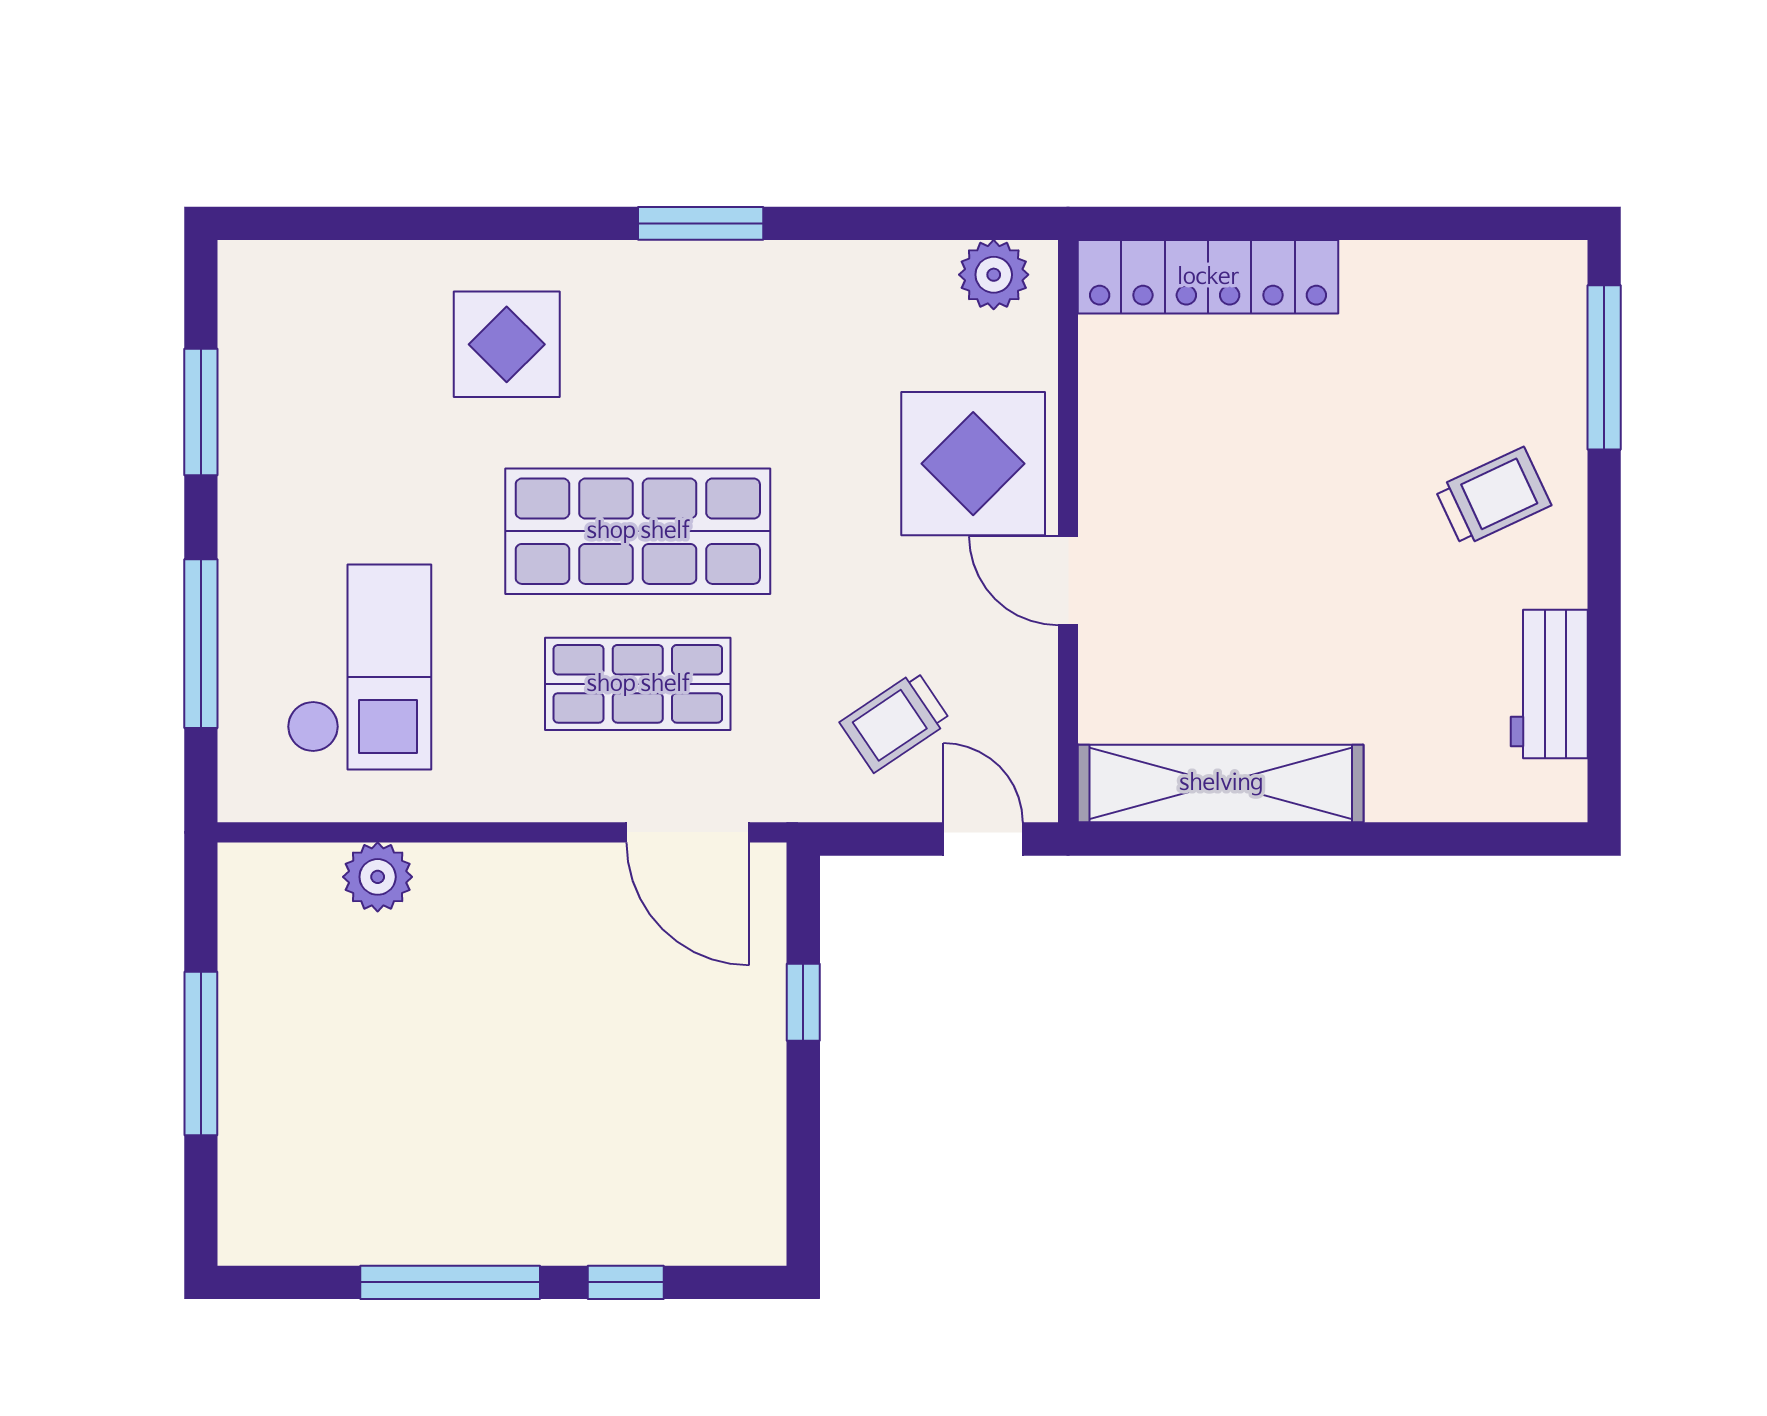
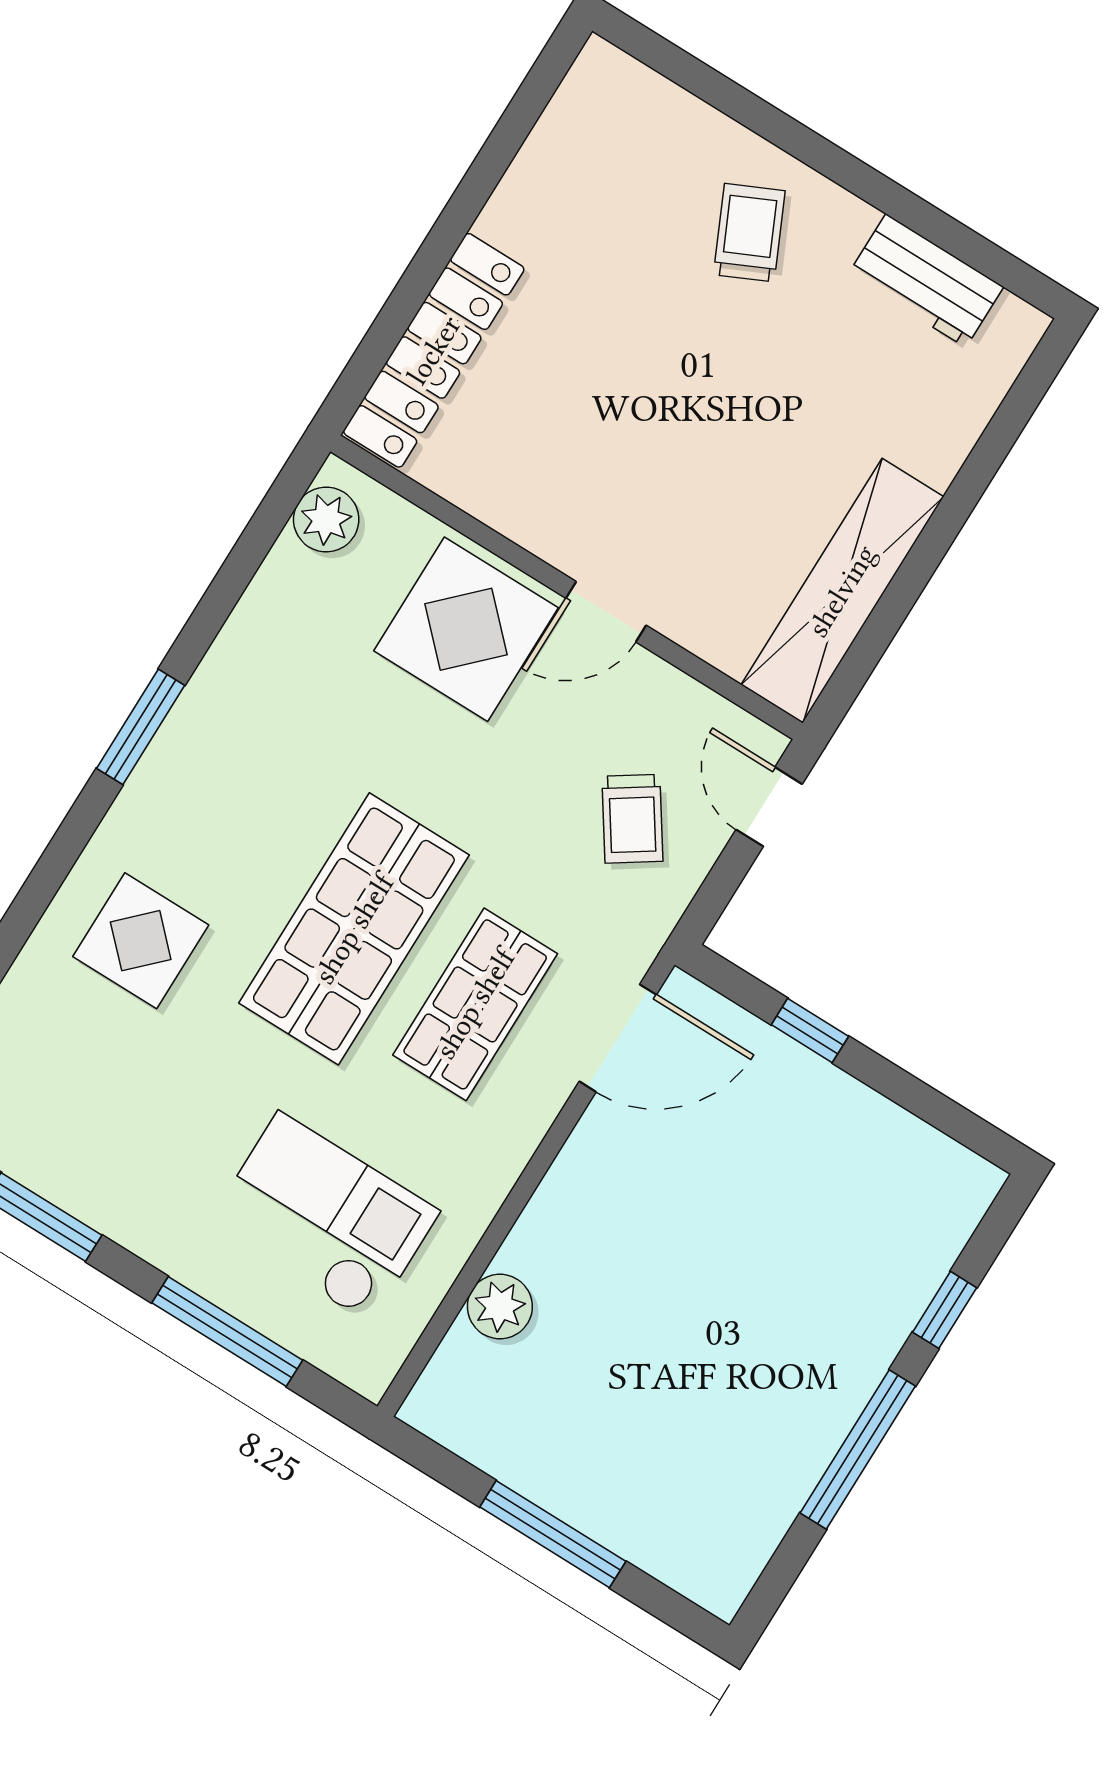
window: (1604, 367) -> (702, 80), removed
door: (983, 839) -> (769, 807), hinge flipped

